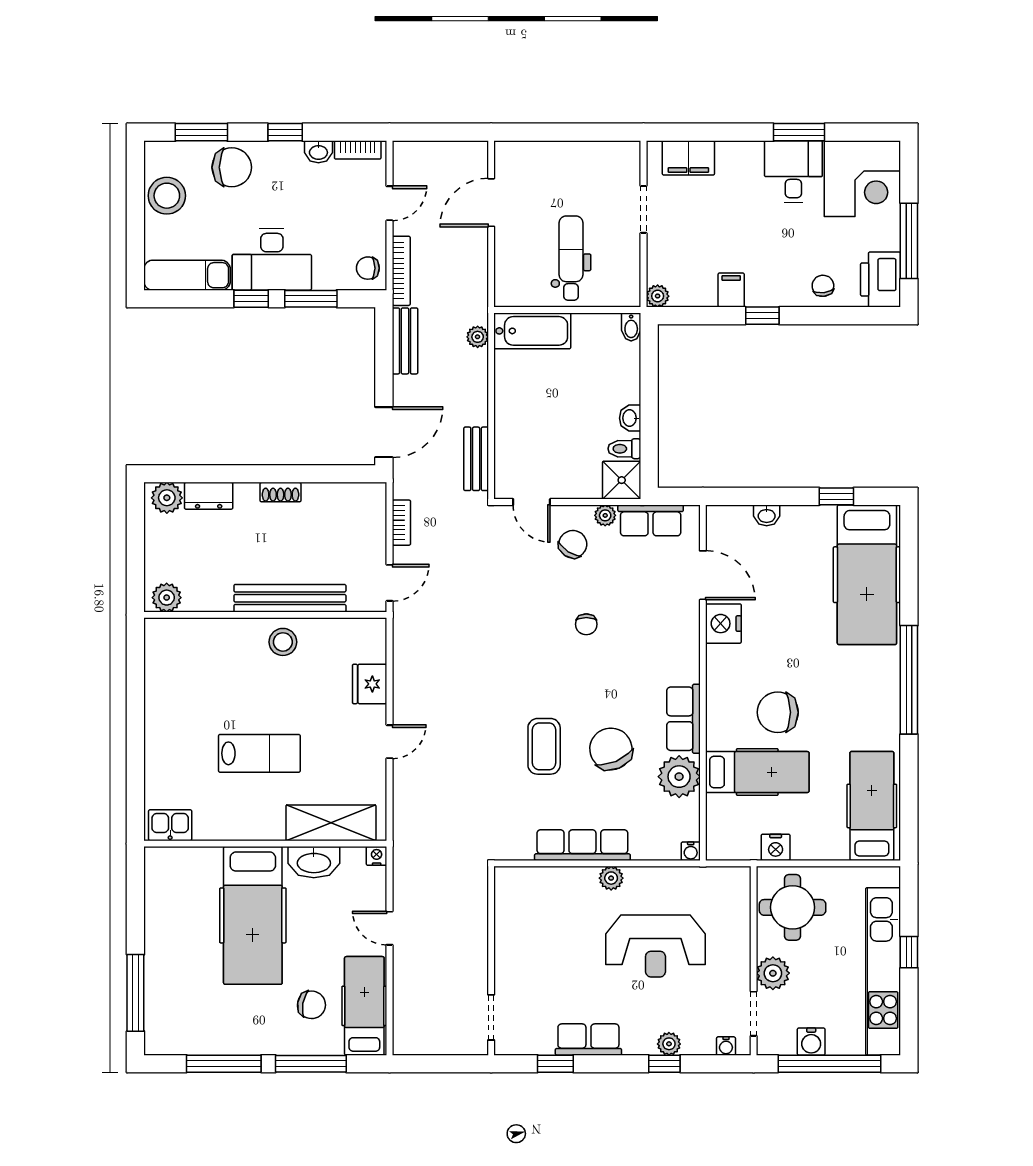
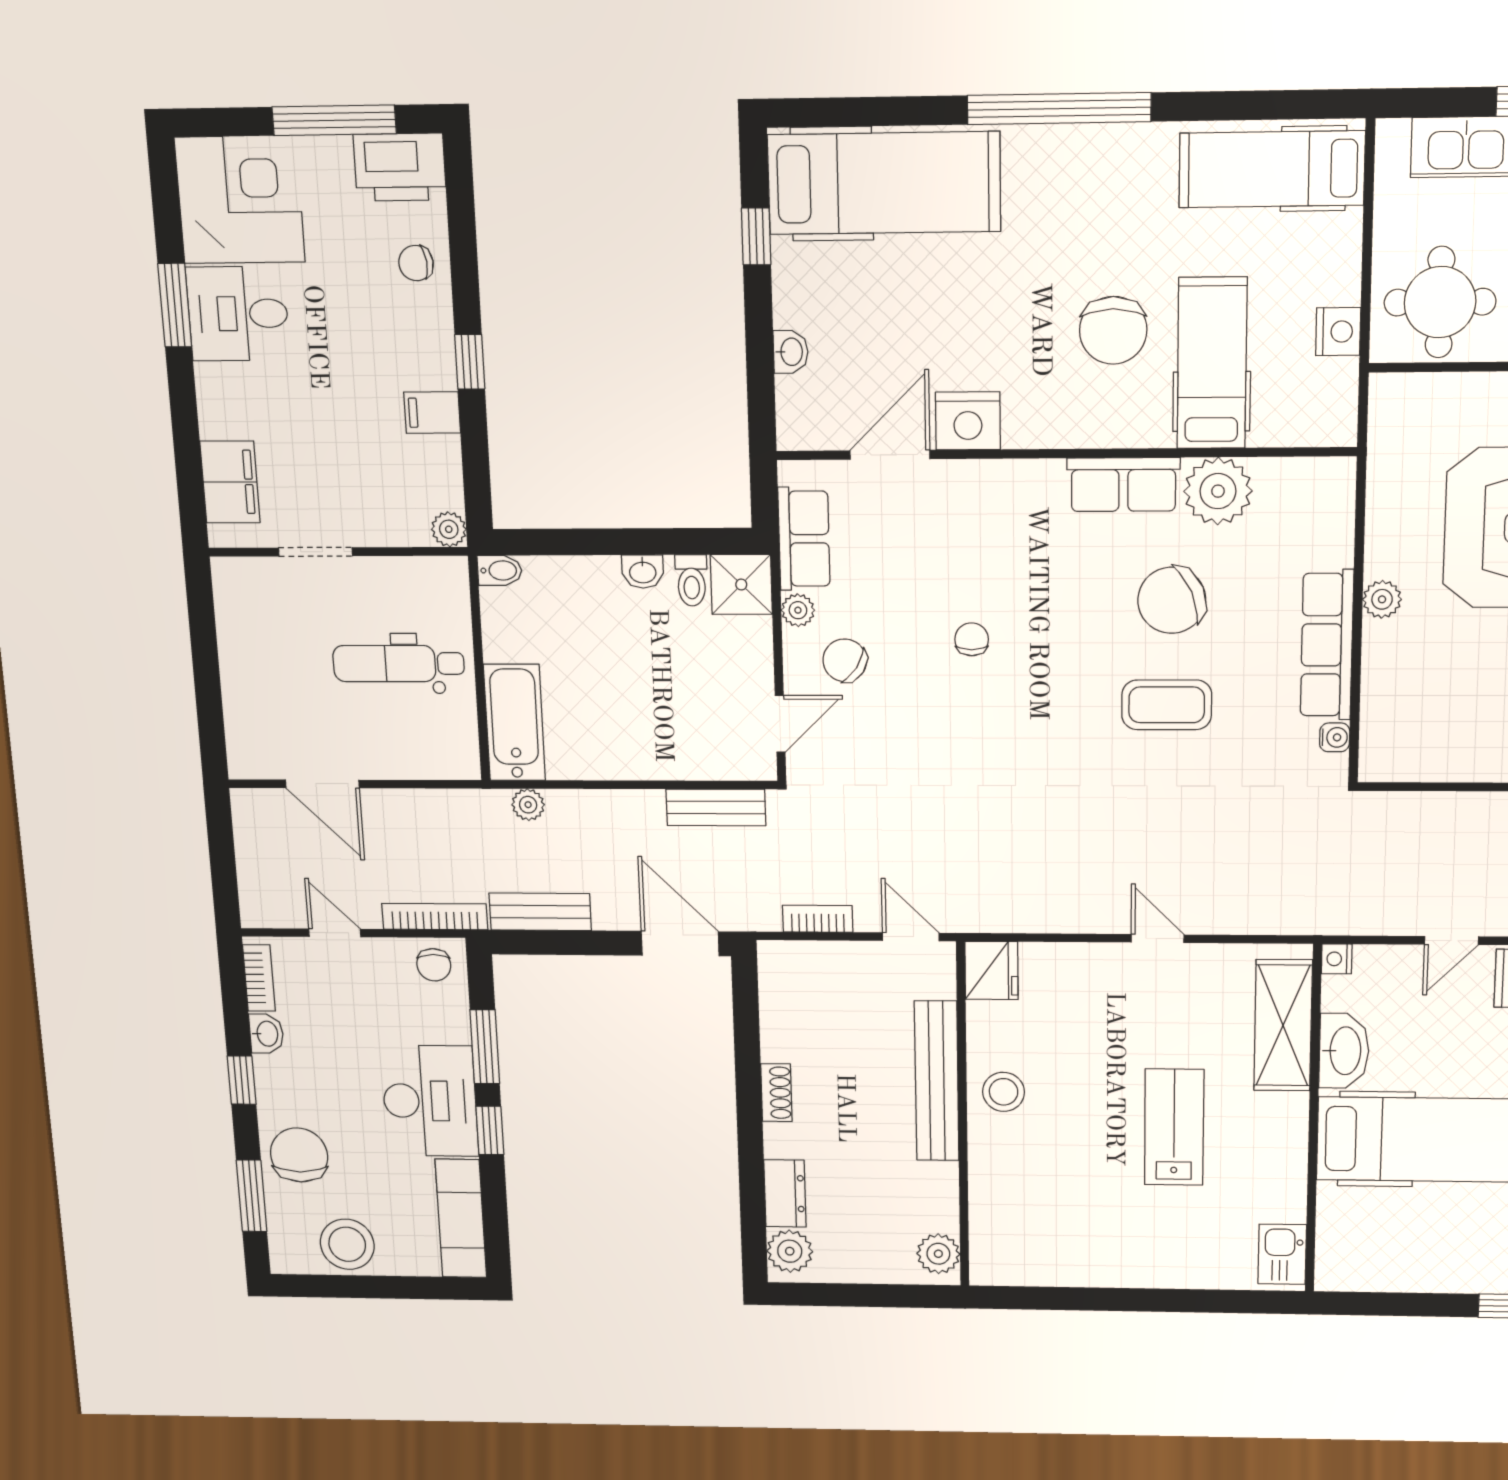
chair: (586, 624) -> (972, 639), turned -90
fridge: (370, 684) -> (991, 971), moved, turned -90
water cooler: (691, 851) -> (1335, 737), moved

